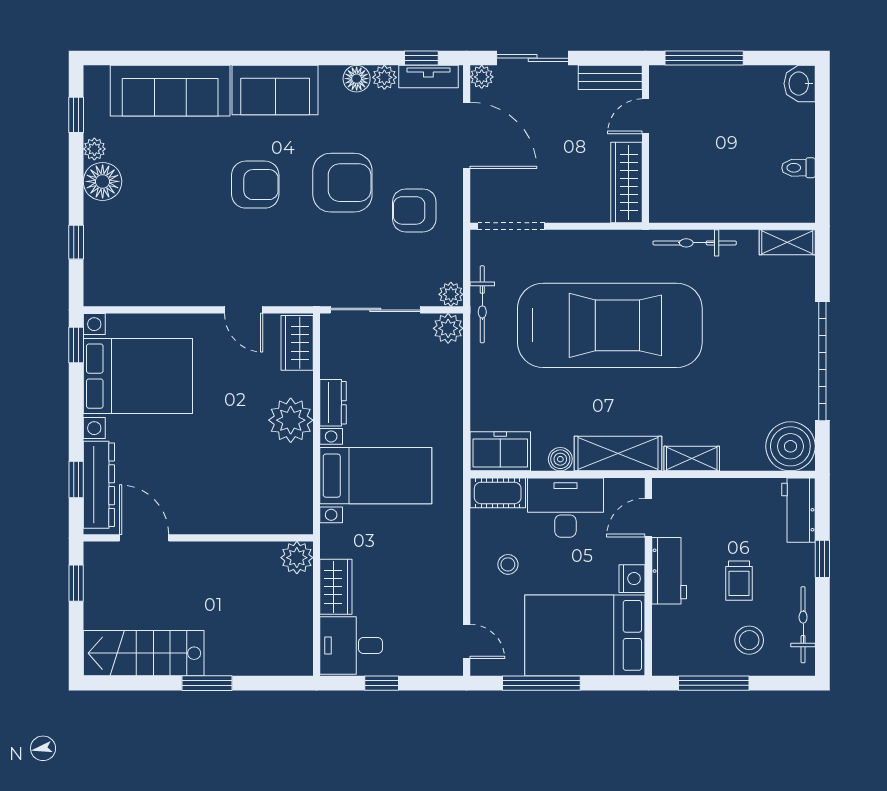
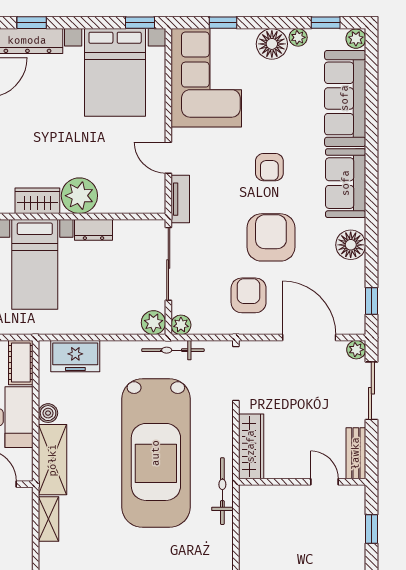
window: (704, 58) -> (371, 529), width x0.46
plant: (384, 77) -> (356, 39), moved
tv unit: (428, 77) -> (180, 199), moved, turned 180
floor lamp: (357, 79) -> (351, 245), width x1.38, depth x1.38
door: (467, 135) -> (309, 337), swing flipped
wardrobe: (626, 182) -> (251, 446), moved, turned 90
armchair: (342, 183) -> (271, 237), turned 180
armchair: (255, 185) -> (269, 167), width x0.72, depth x0.72
bicycle: (695, 243) -> (222, 491), moved
corner sofa: (144, 263) -> (206, 78), added
door: (244, 310) -> (168, 158), hinge flipped
wardrobe: (297, 343) -> (37, 201), moved
freezer: (500, 451) -> (75, 356), moved, turned 90

